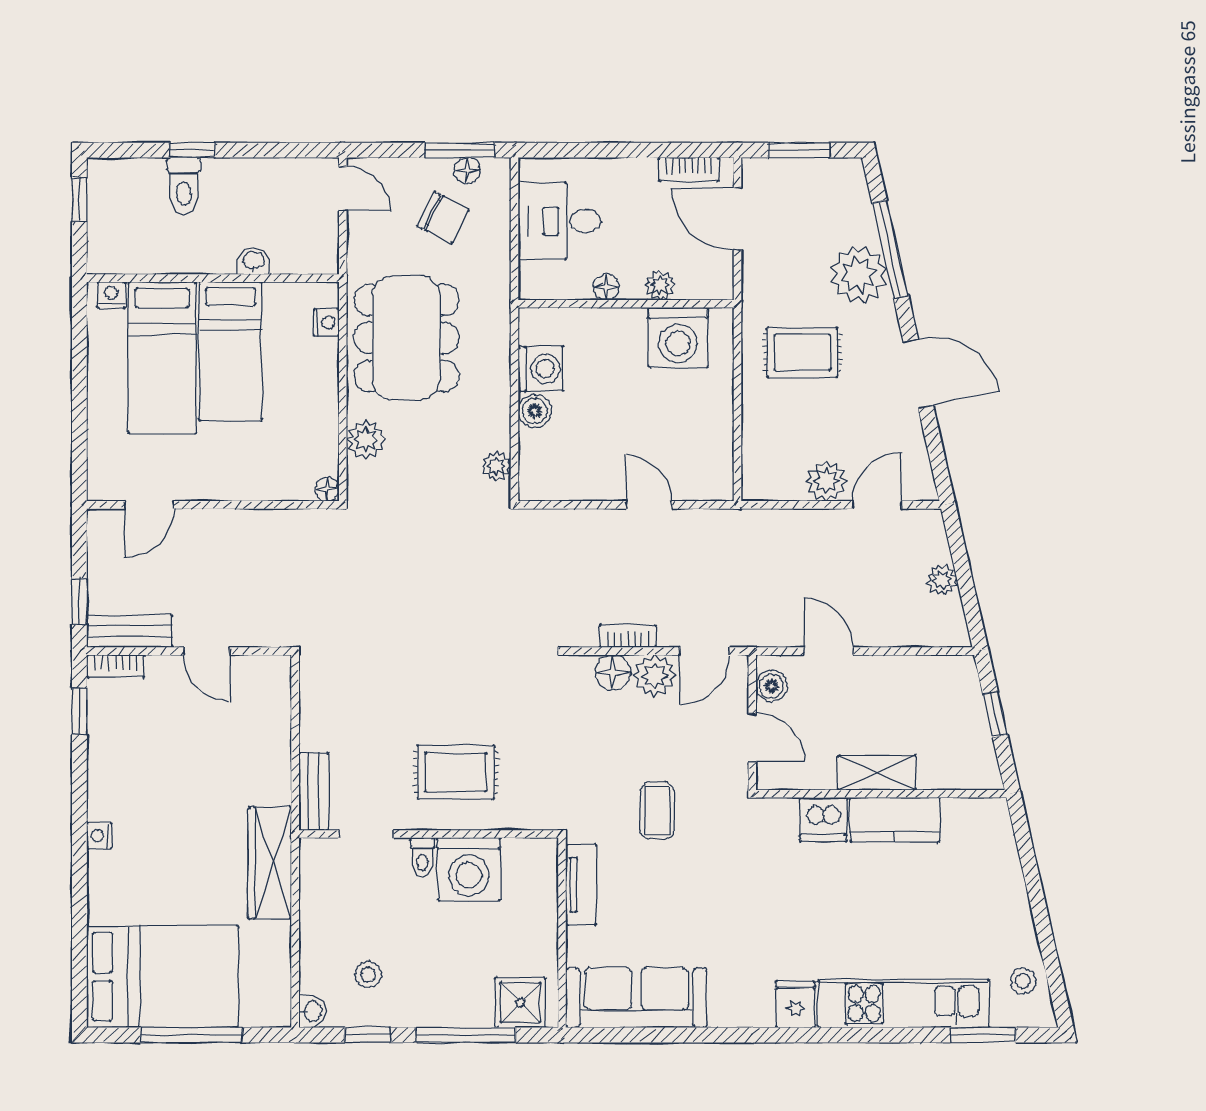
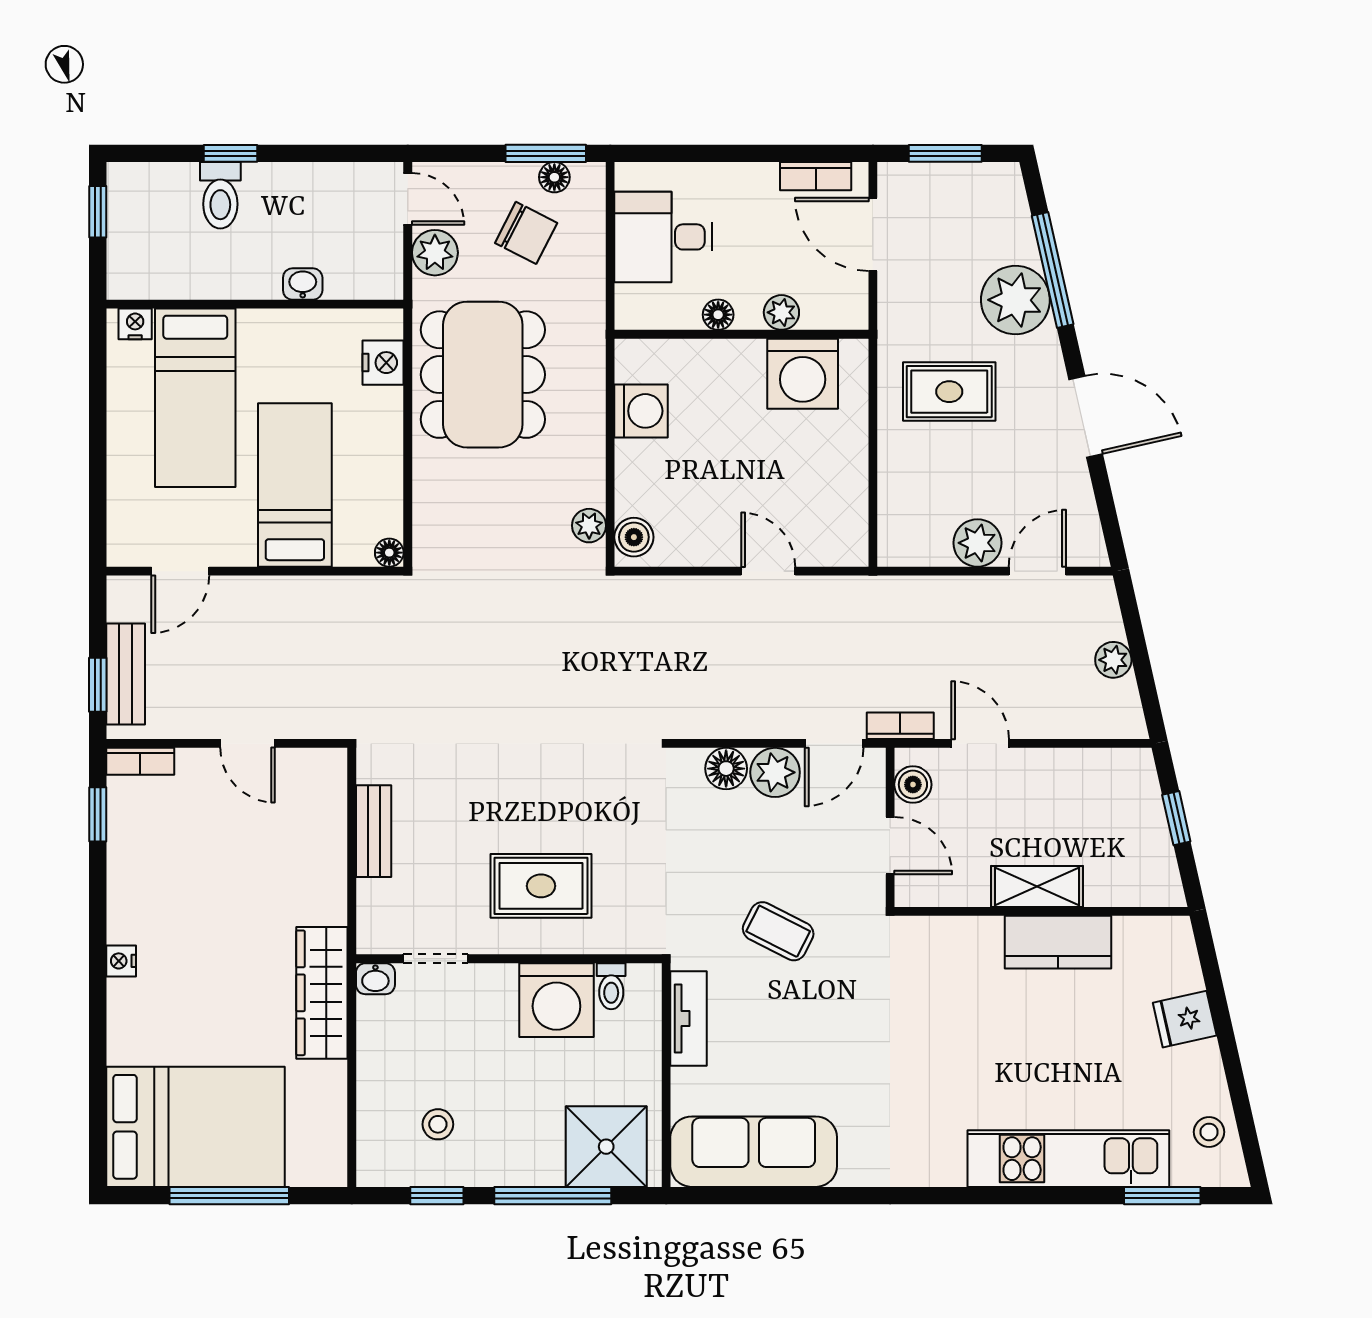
nightstand: (326, 323) -> (383, 363), width x1.39, depth x1.35
bed: (231, 351) -> (295, 485), moved, turned 180
boiler: (535, 411) -> (634, 537), moved
plant: (366, 439) -> (435, 253), moved
bench: (130, 631) -> (126, 674), moved, turned 90
bookcase: (628, 636) -> (900, 726), moved
bench: (314, 791) -> (374, 831), moved
coffee table: (657, 811) -> (778, 931), turned -63
dishwasher: (823, 819) -> (974, 942), removed
toilet: (422, 857) -> (611, 986), moved
shower: (520, 1003) -> (606, 1147), width x1.36, depth x1.36
fridge: (795, 1004) -> (1185, 1019), moved, turned -103
washbasin: (312, 1011) -> (375, 979), moved, turned 90

